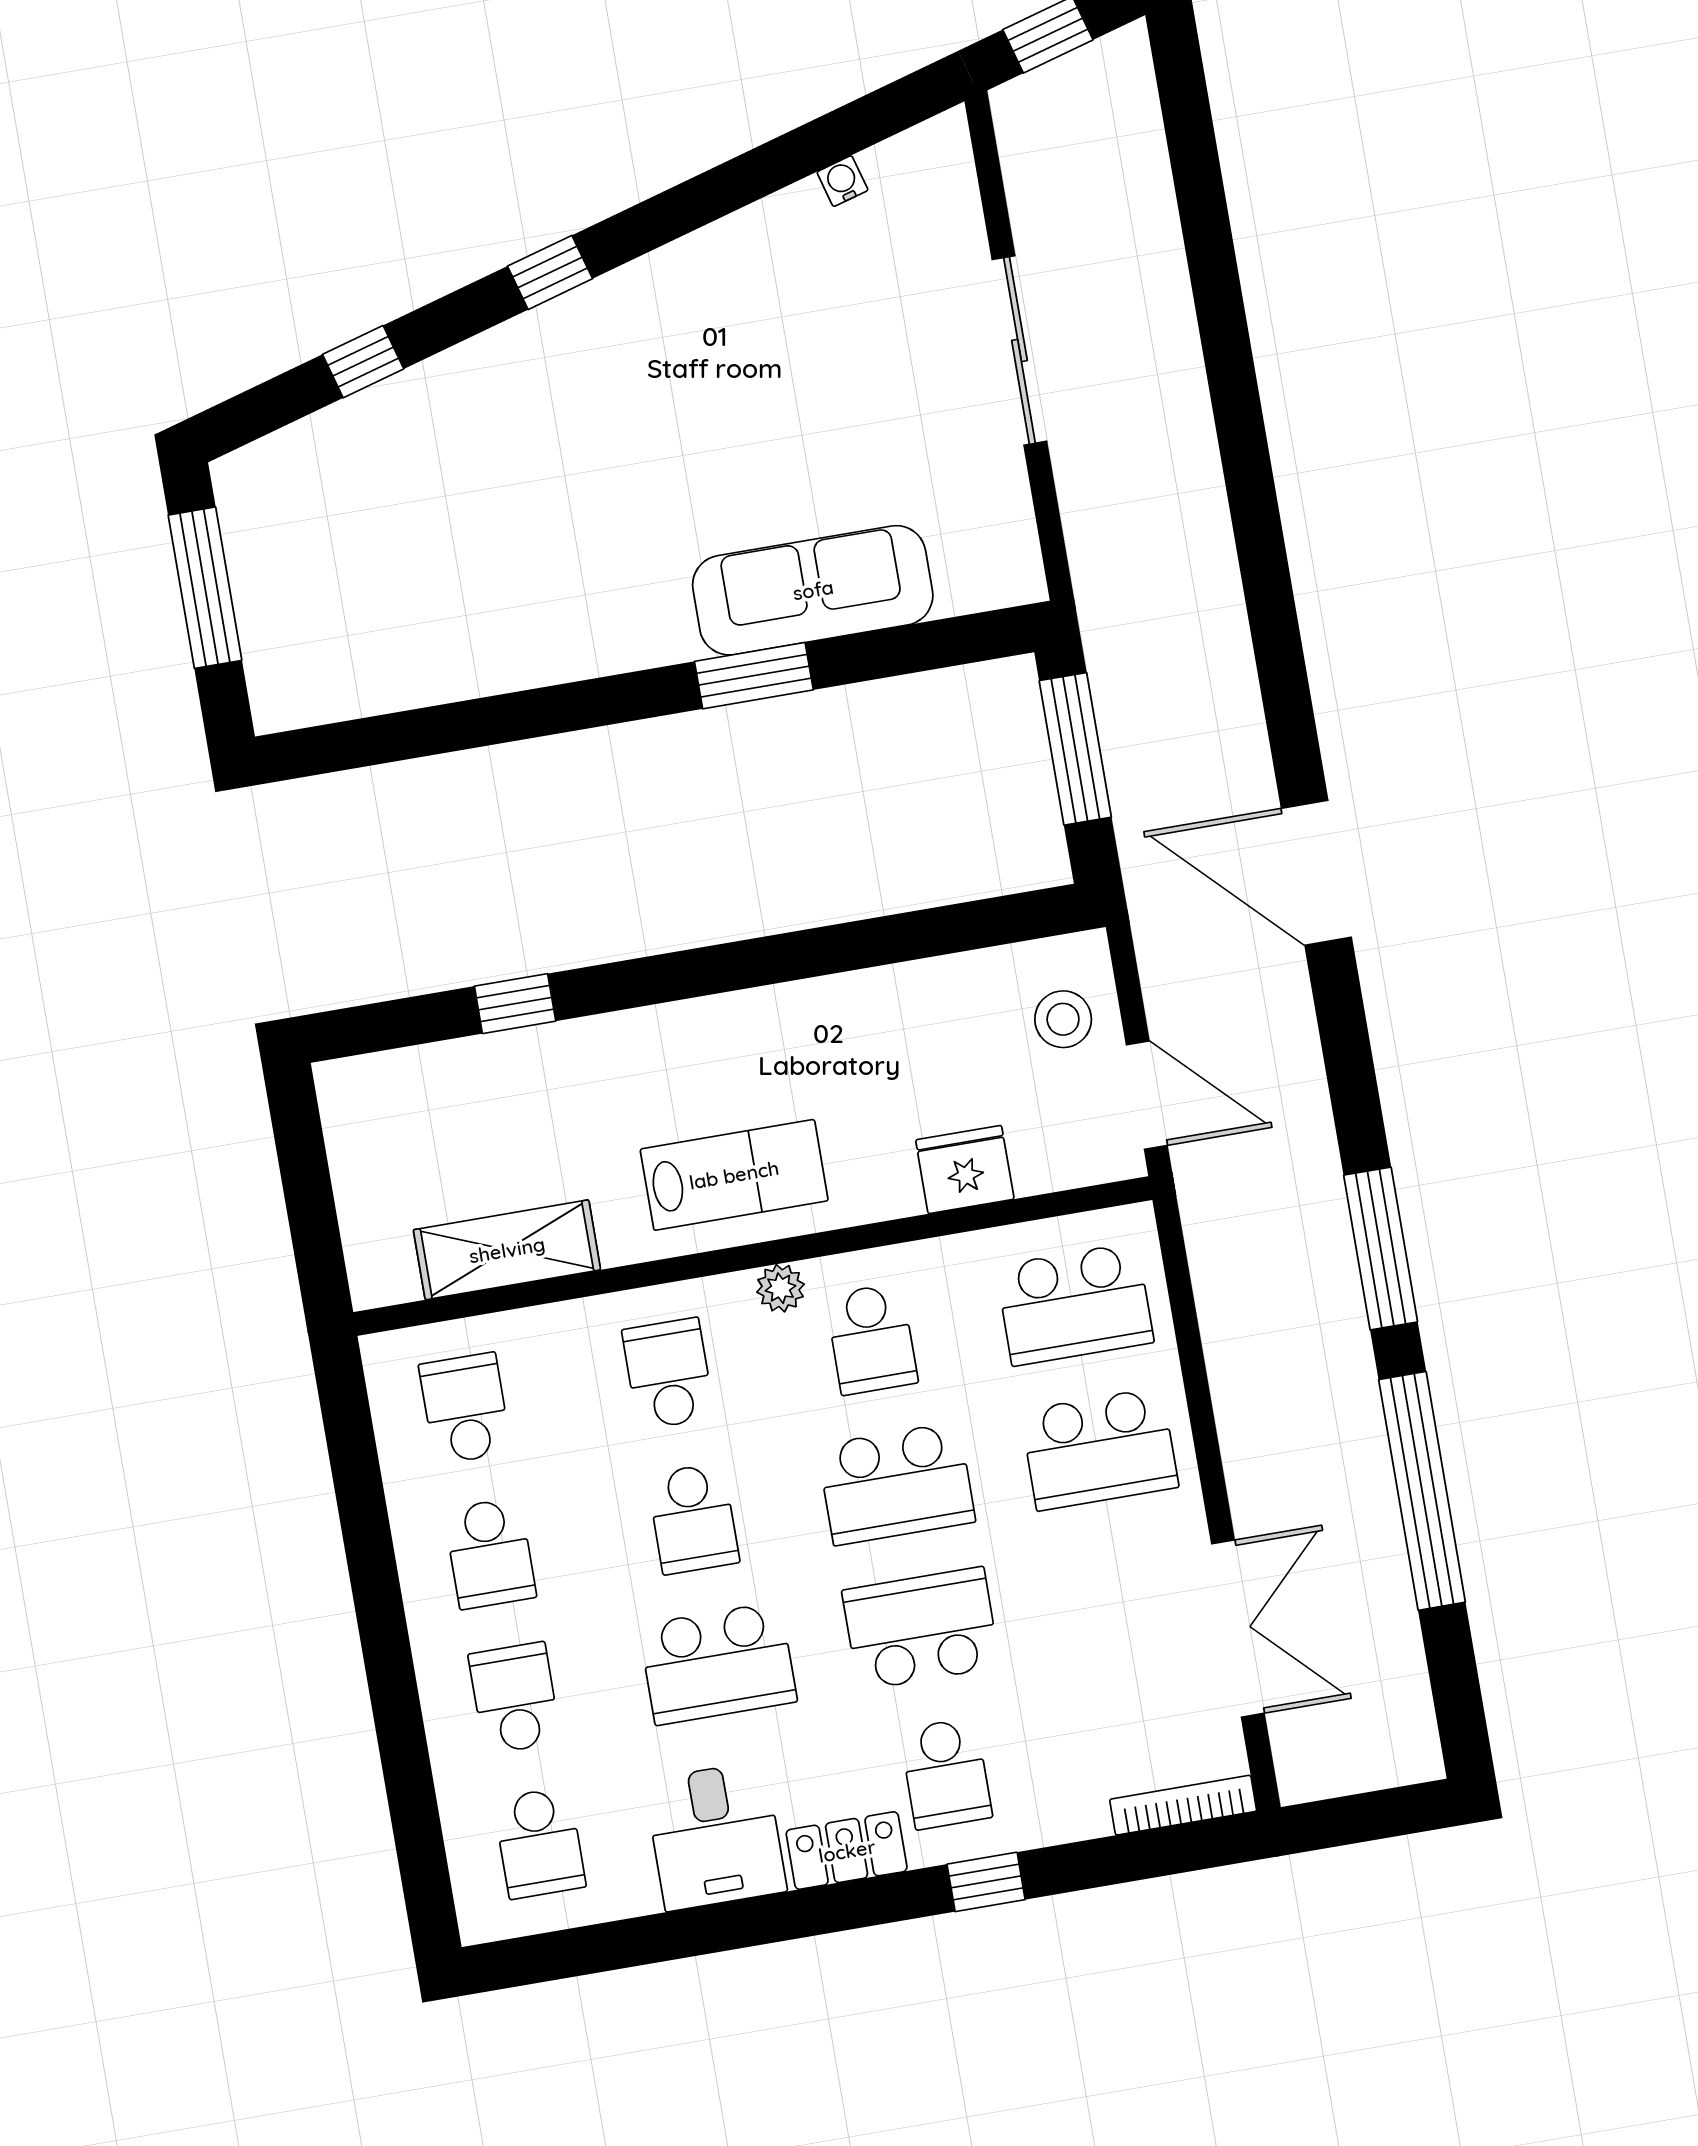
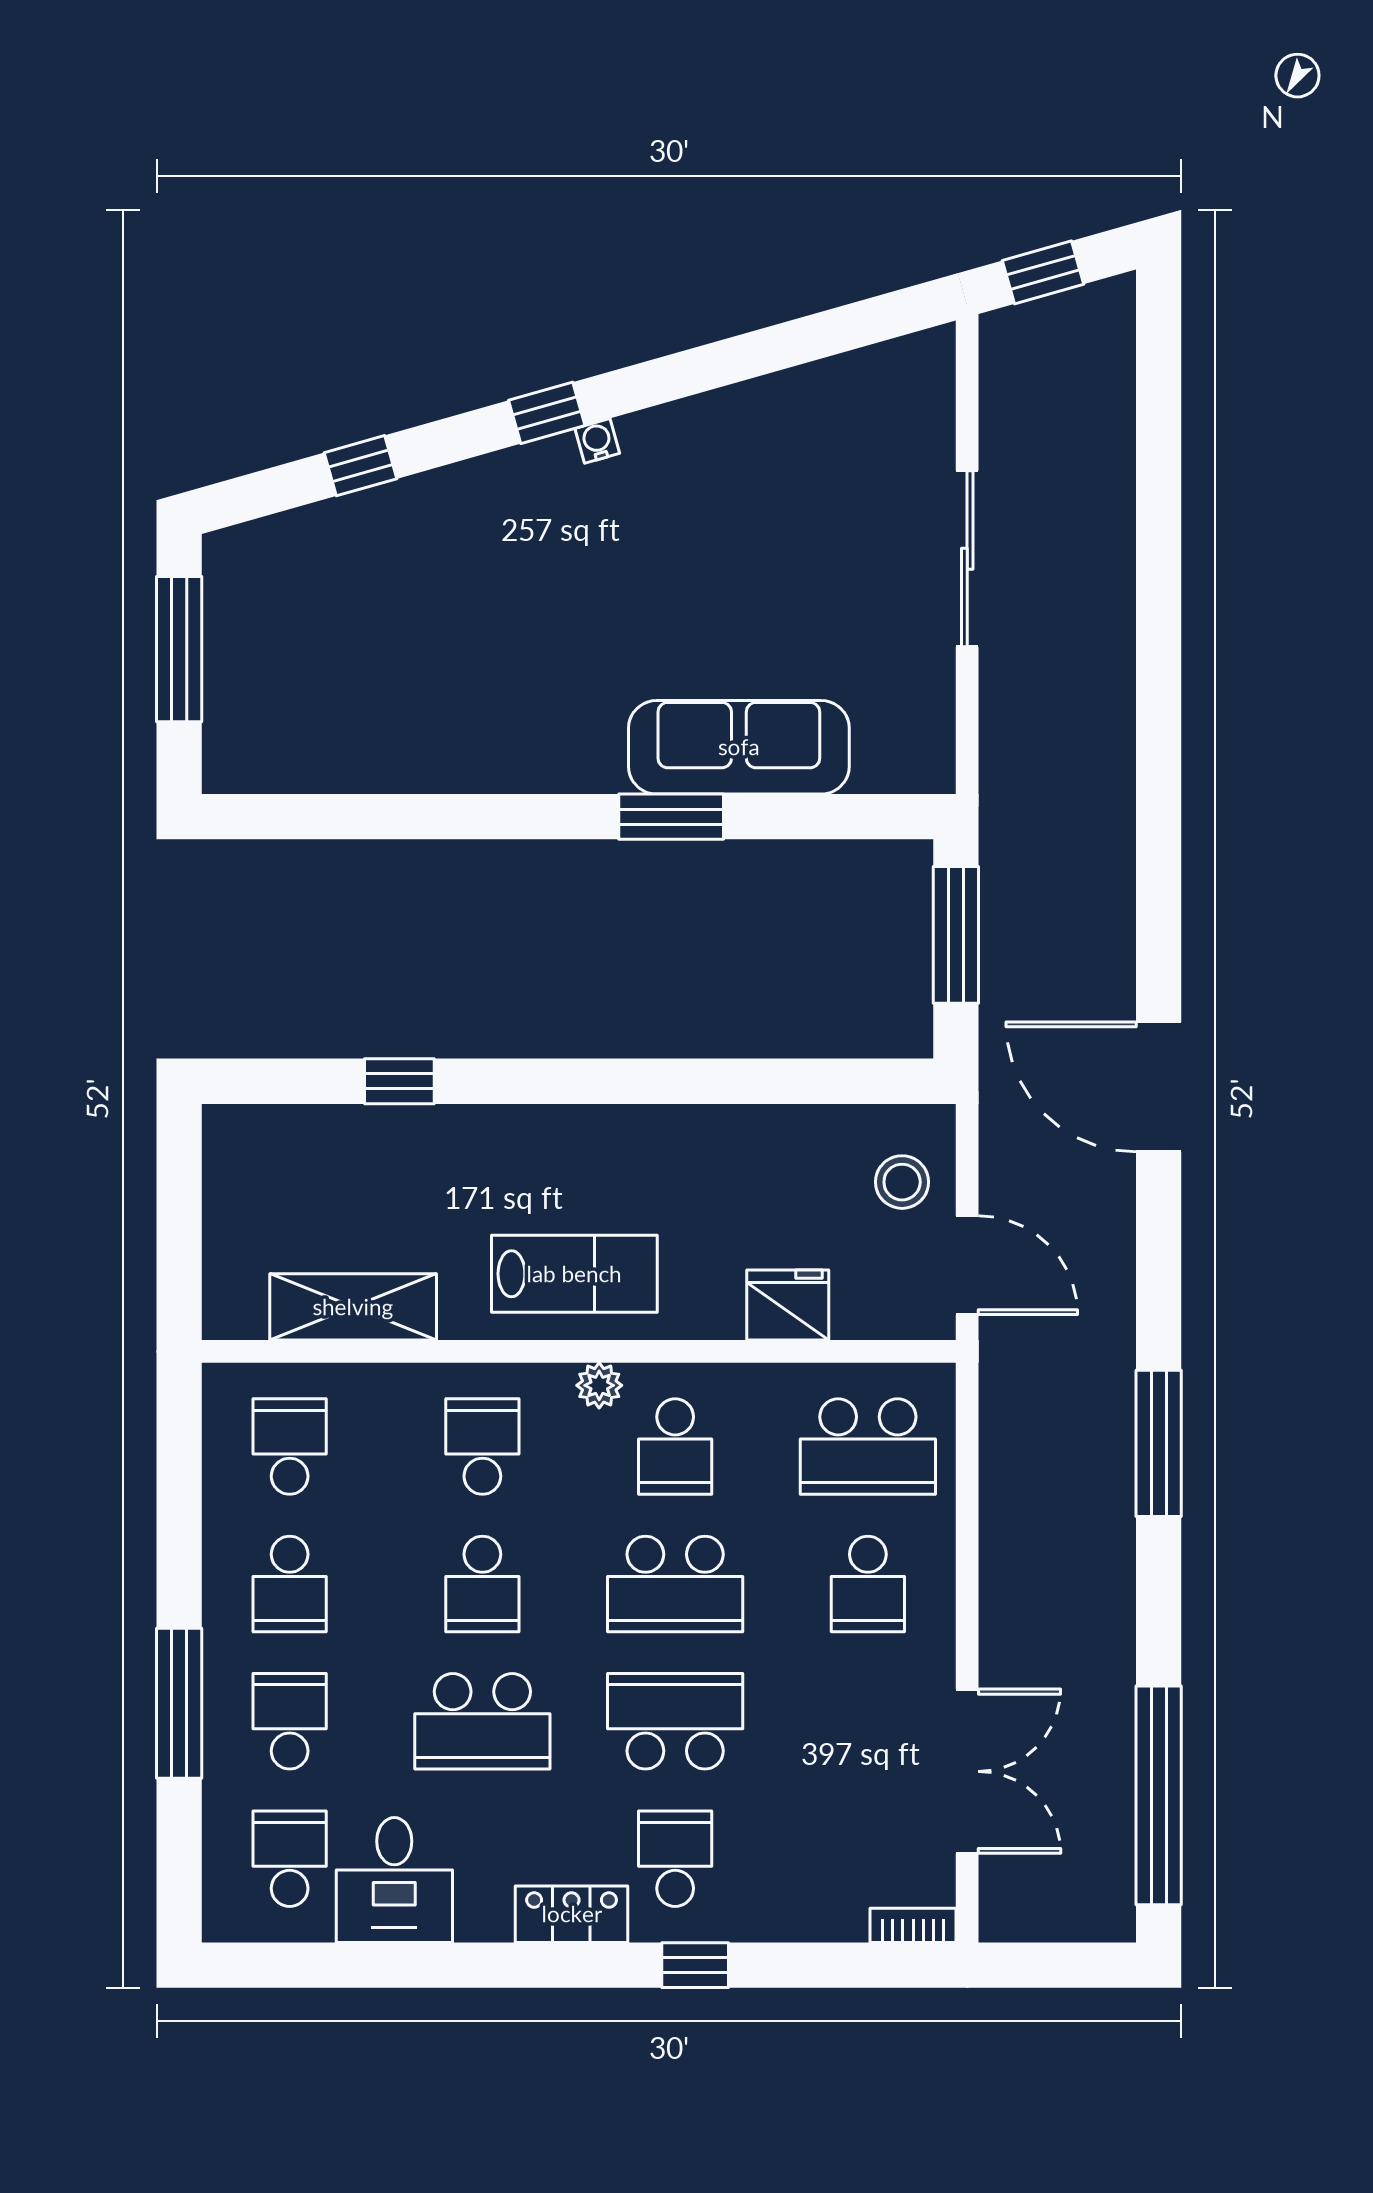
water cooler: (842, 181) -> (597, 441), moved
school desk: (1099, 1449) -> (868, 1584), width x0.54
window: (1422, 1491) -> (1159, 1795), moved
window: (395, 1699) -> (179, 1703), added
school desk: (946, 1773) -> (675, 1859), turned 180
bookcase: (1183, 1805) -> (913, 1925), width x0.64
desk: (715, 1836) -> (394, 1880), moved
school desk: (539, 1843) -> (290, 1859), turned 180

